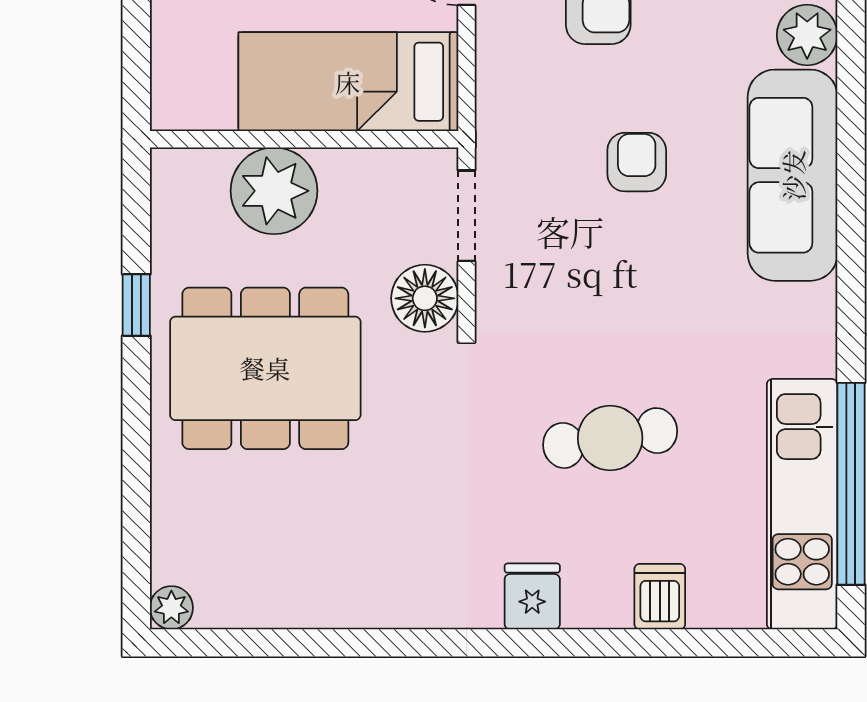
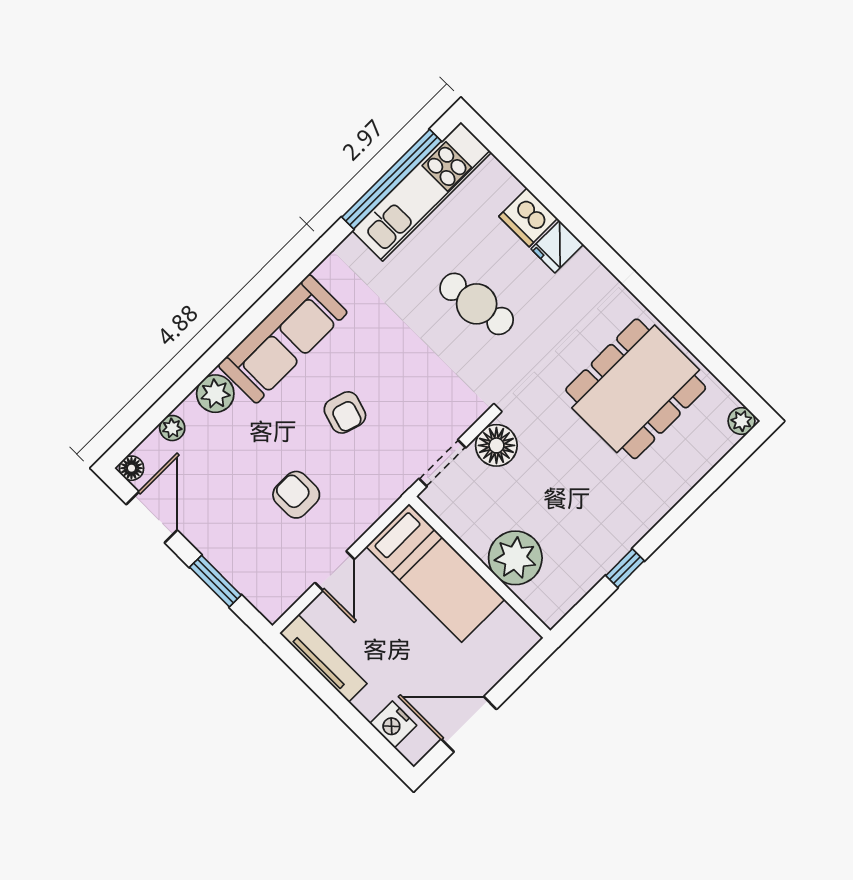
armchair: (637, 162) -> (345, 412), turned -73
dining table: (265, 368) -> (636, 389), moved, turned 90
fridge: (532, 596) -> (557, 247), moved
dishwasher: (660, 597) -> (528, 217), width x1.38

